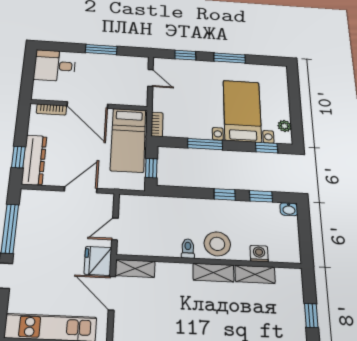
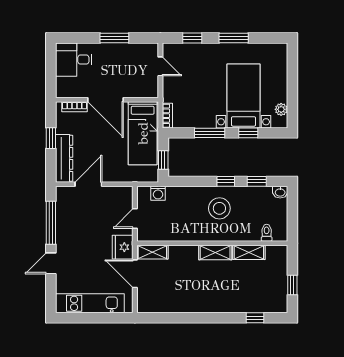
window: (267, 148) -> (248, 133), moved
window: (18, 157) -> (51, 138), moved
door: (81, 190) -> (88, 184), moved
stool: (217, 244) -> (219, 208), moved
toilet: (188, 249) -> (267, 233), moved
washing machine: (259, 254) -> (158, 193), moved, turned 180

